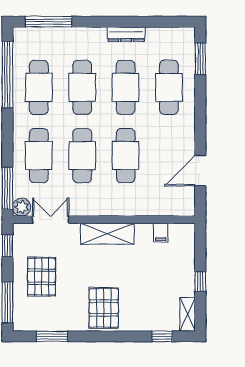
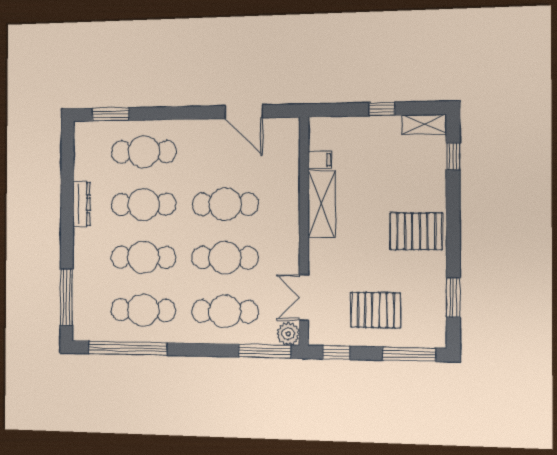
shelving: (107, 234) -> (321, 204), moved

